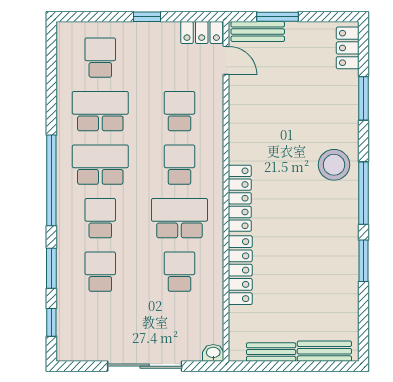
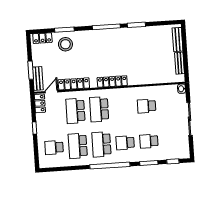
school desk: (179, 111) -> (75, 111), width x1.85
school desk: (179, 165) -> (99, 109), width x1.85
stool: (334, 165) -> (65, 44), moved
school desk: (179, 218) -> (123, 108), removed
locker: (240, 270) -> (74, 84), moved

